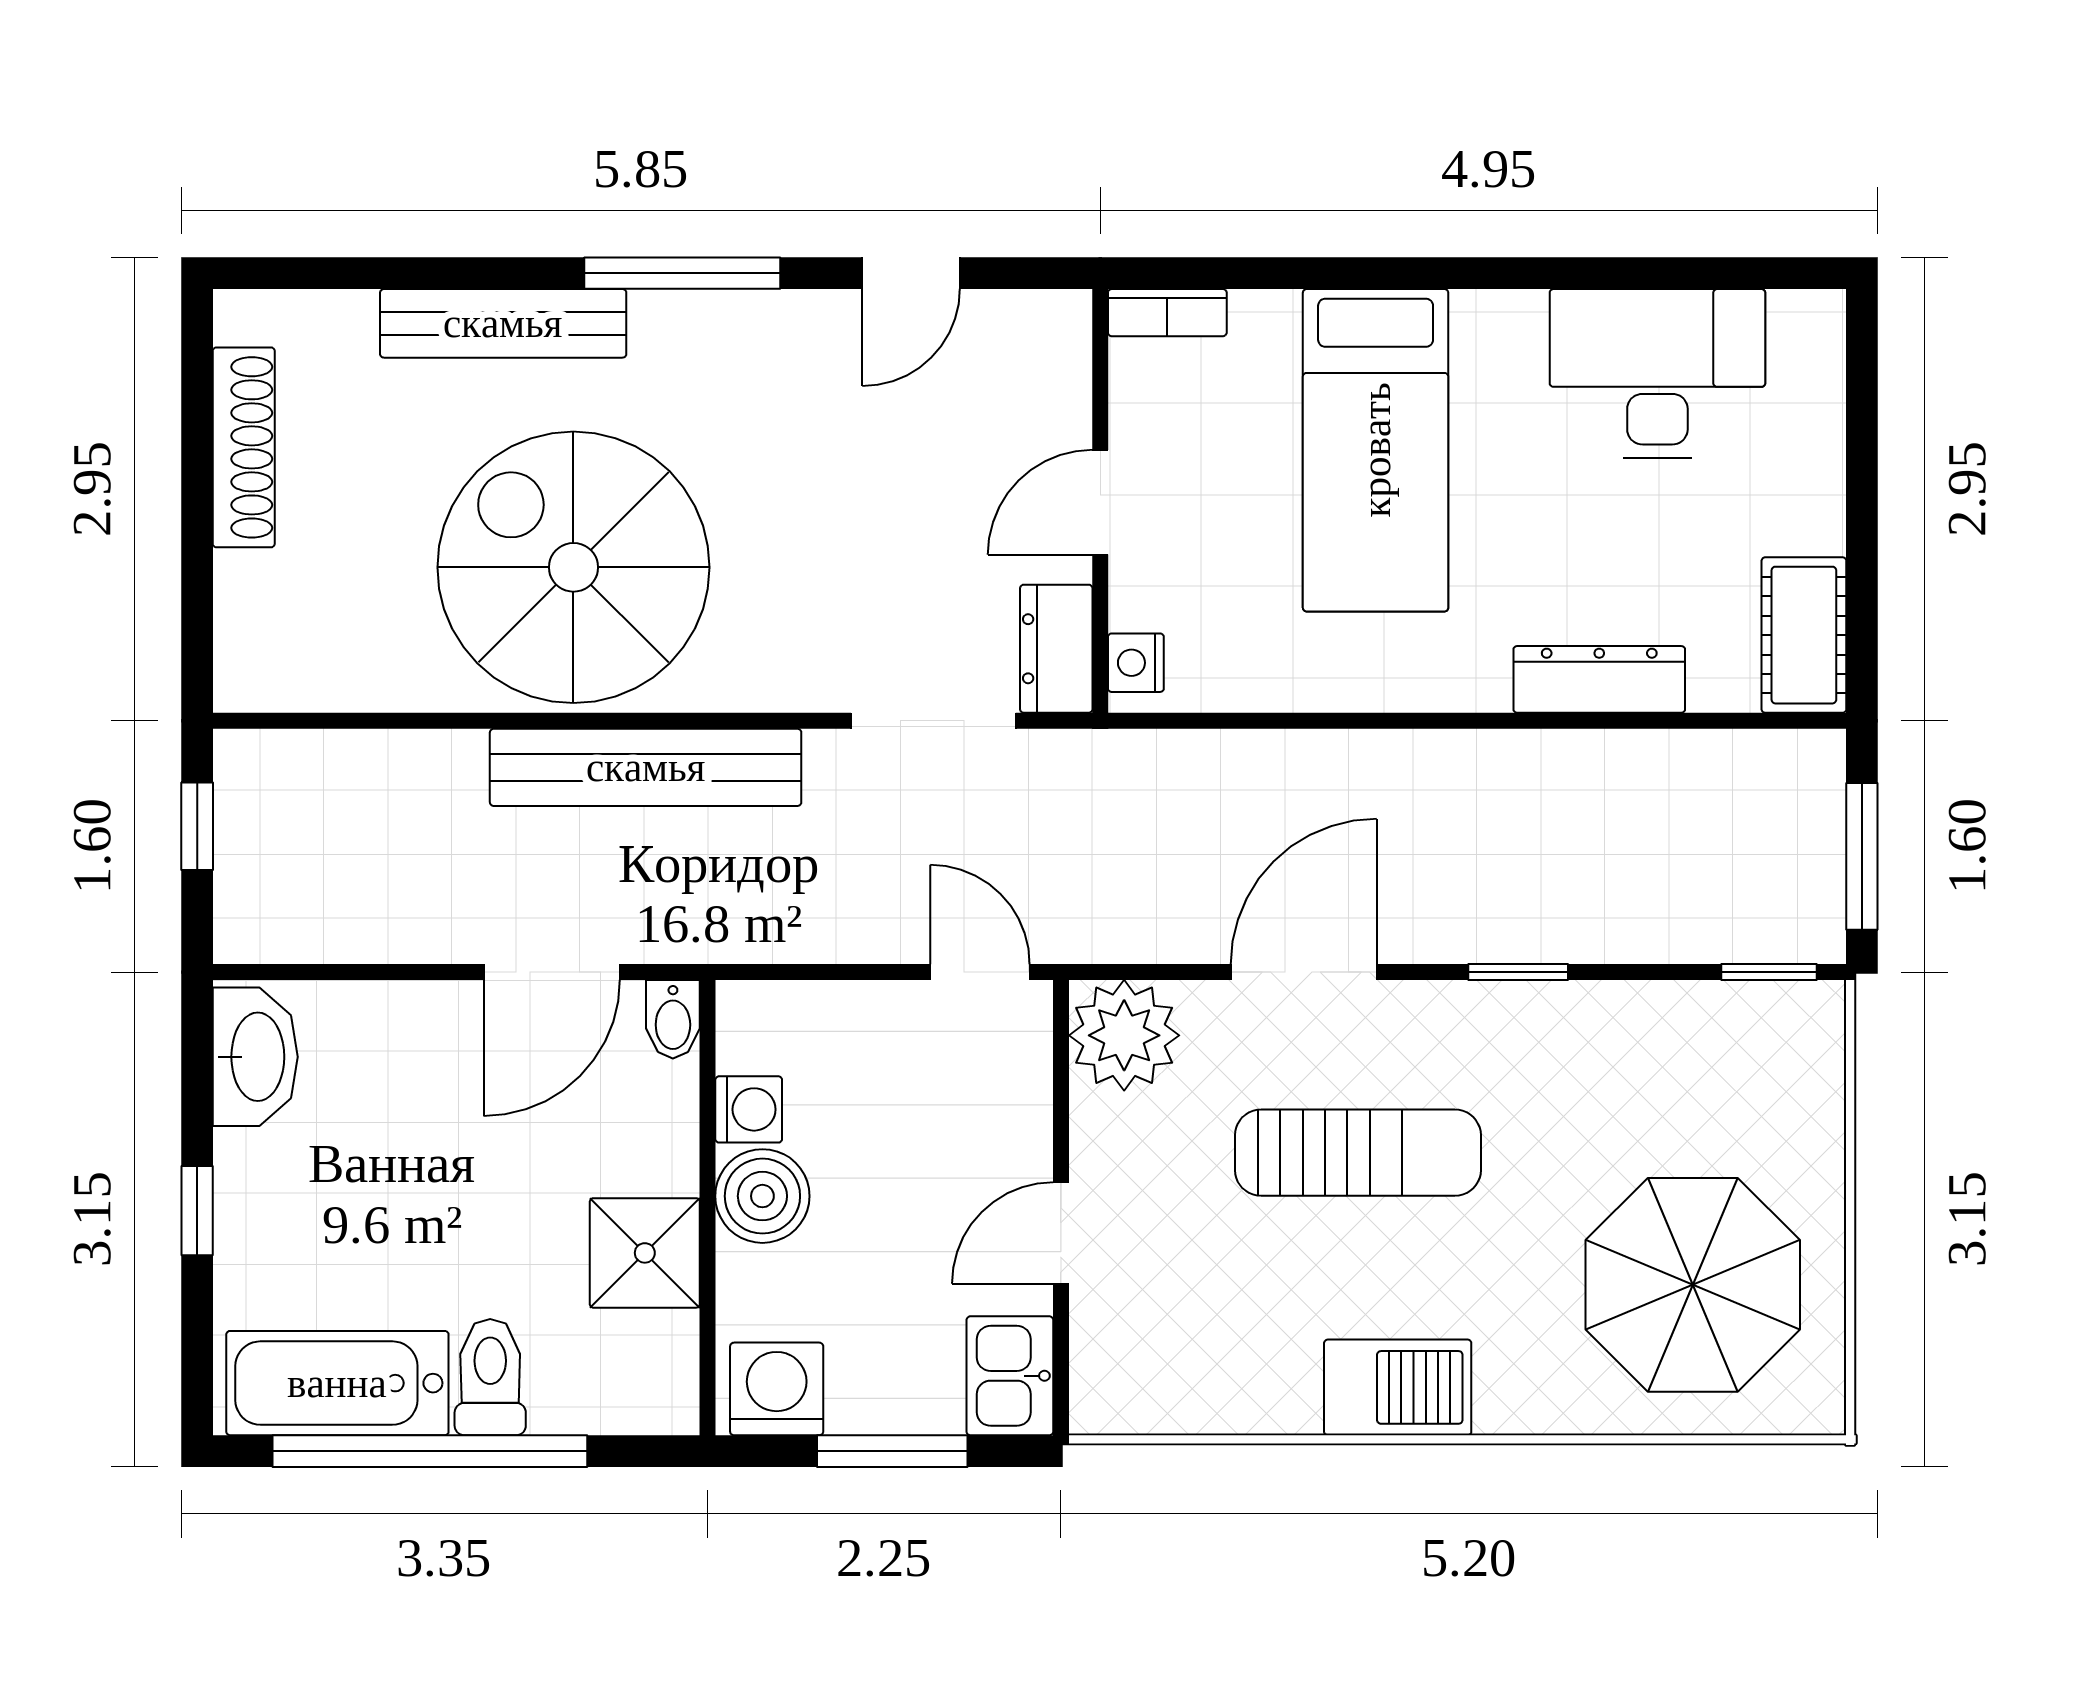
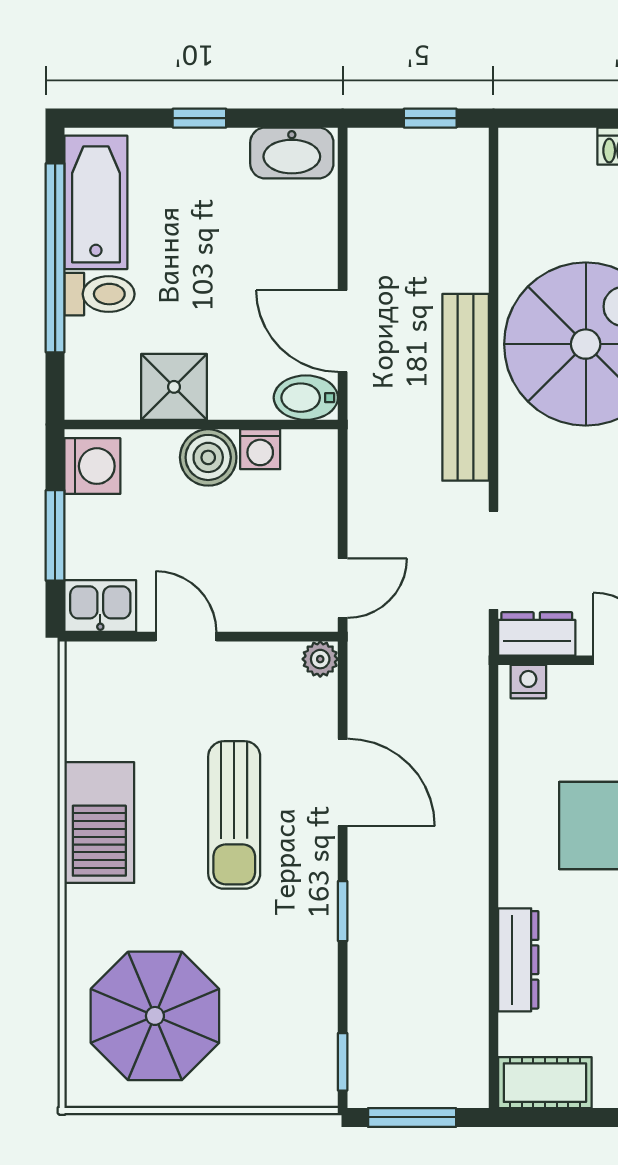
bidet: (673, 1019) -> (306, 398), width x1.38, depth x1.36
plant: (1124, 1035) -> (320, 659), width x0.53, depth x0.53
barbecue: (1398, 1387) -> (99, 823), width x1.37, depth x1.21

